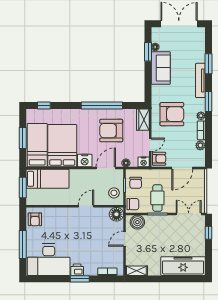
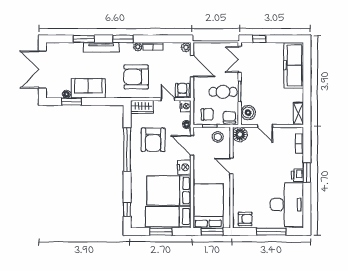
armchair: (172, 114) -> (136, 77), turned -90
plant: (200, 145) -> (186, 47), moved
bed: (47, 179) -> (208, 206), width x1.50

